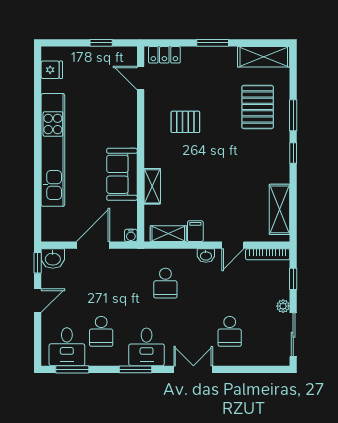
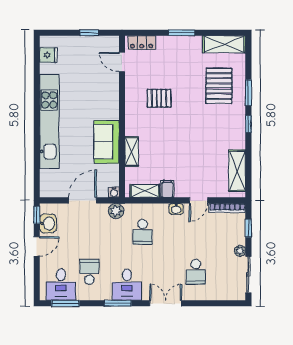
plant: (133, 258) -> (116, 211), added
washbasin: (53, 259) -> (48, 223), moved, turned -90
school desk: (101, 331) -> (89, 272), turned 180

